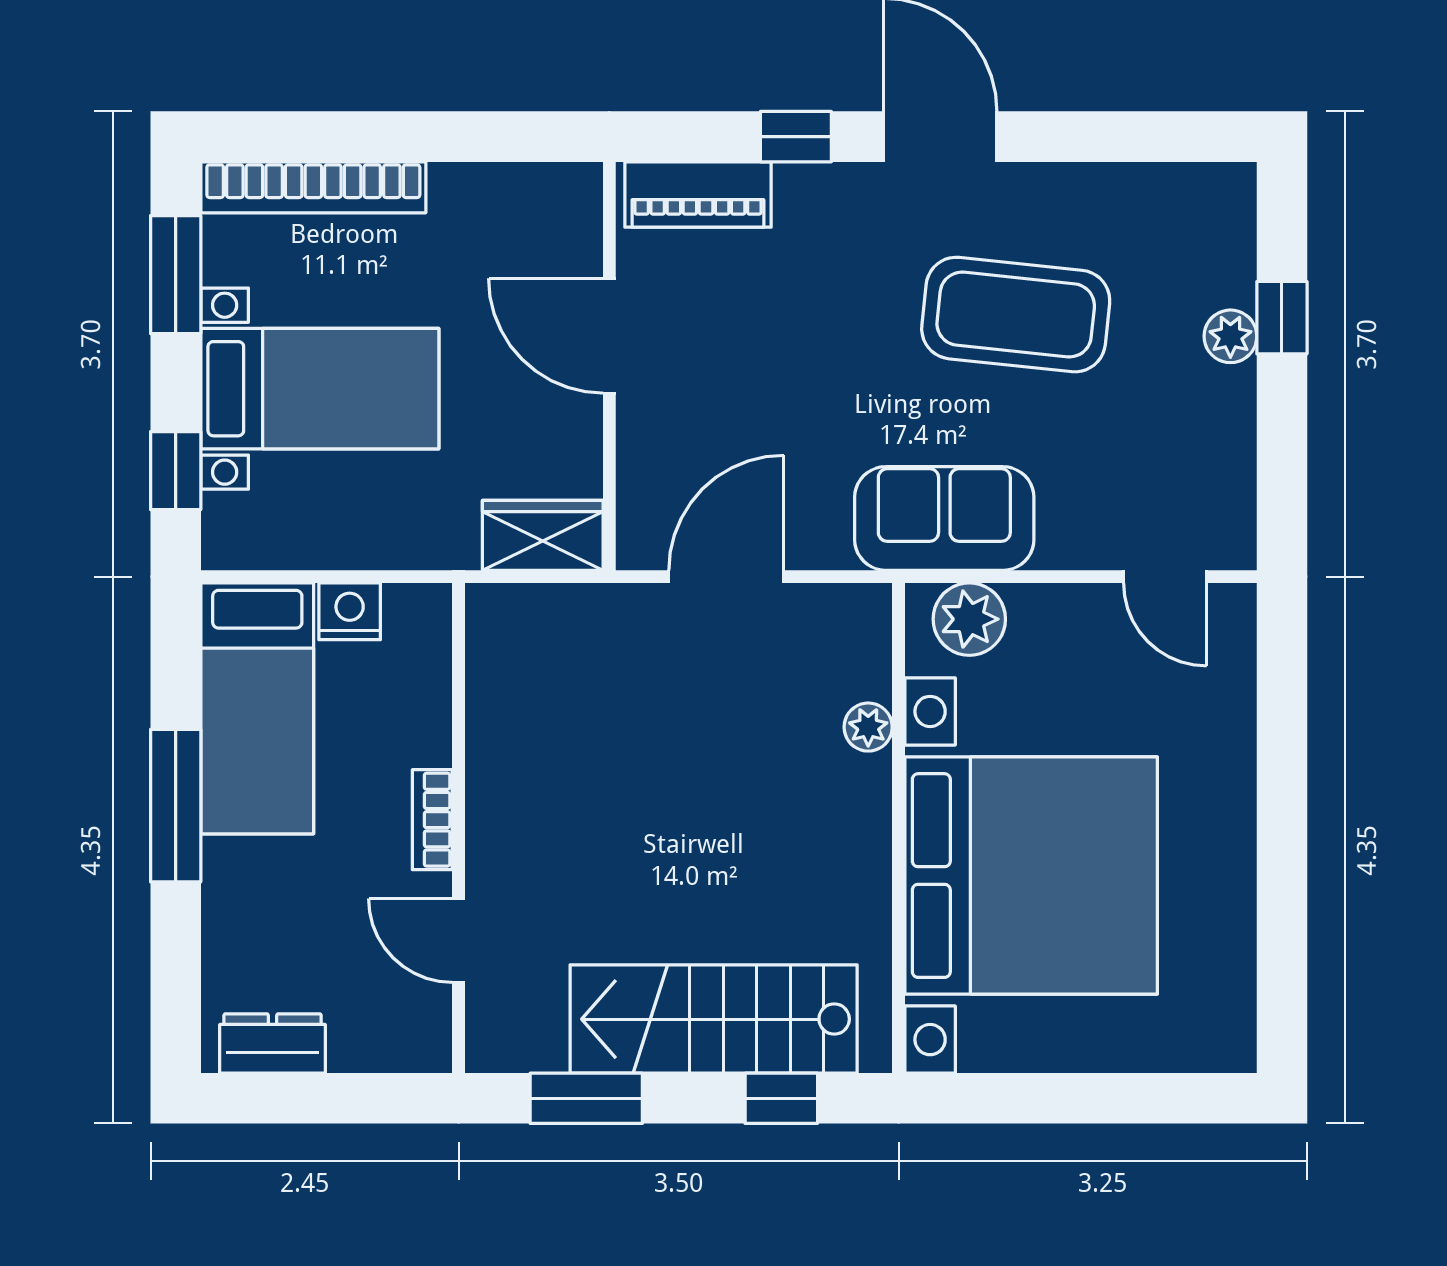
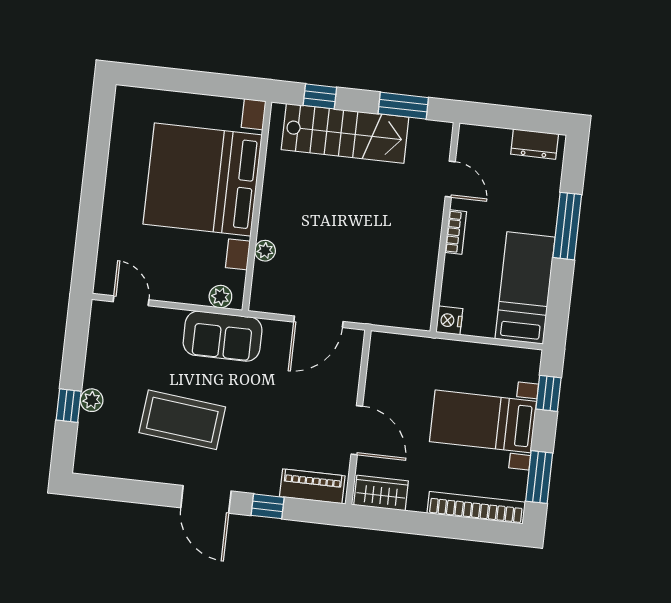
wardrobe: (543, 535) -> (381, 493), moved, turned 180
nightstand: (350, 611) -> (449, 320), moved, turned 90
plant: (969, 619) -> (220, 297), width x0.73, depth x0.73
window: (176, 806) -> (567, 226), moved

